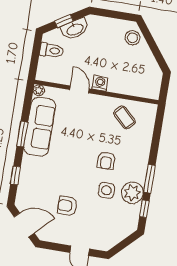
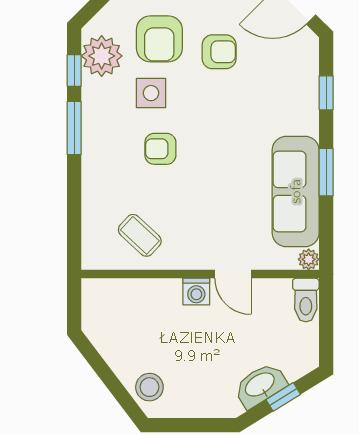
toilet: (52, 50) -> (306, 300), moved, turned -90
armchair: (106, 161) -> (160, 149), turned -90
plant: (132, 193) -> (102, 56), moved
armchair: (97, 218) -> (159, 39), added

